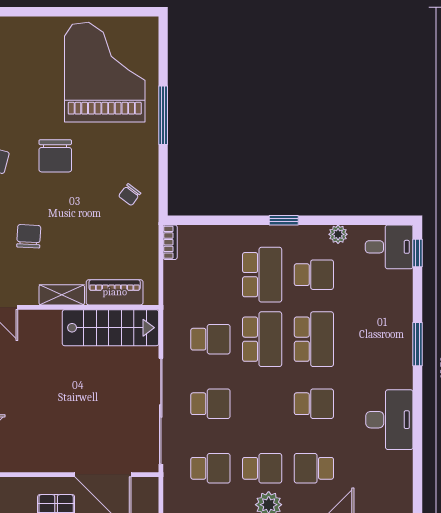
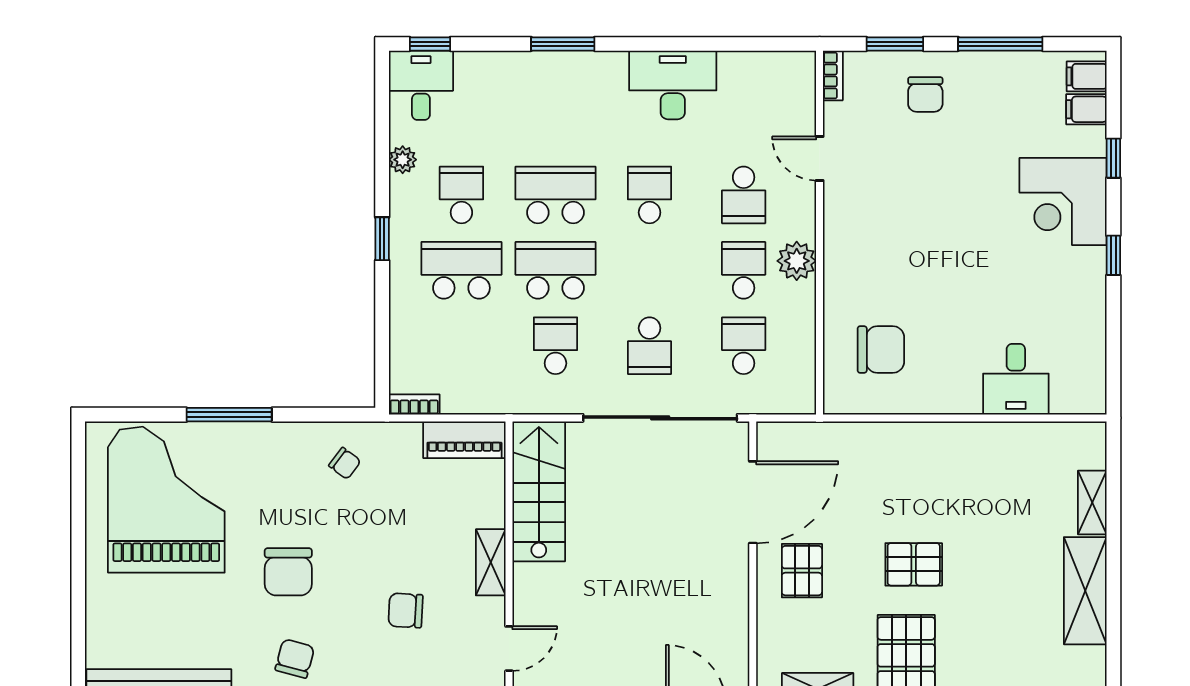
grand piano: (105, 72) -> (166, 500), turned 90
chair: (55, 156) -> (288, 572), turned 90
piano: (115, 292) -> (464, 440), moved, turned -90
school desk: (210, 404) -> (650, 346), turned 180

